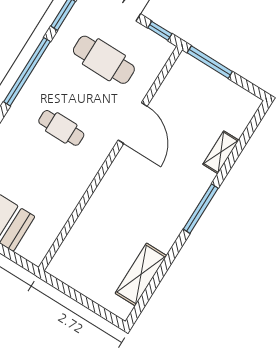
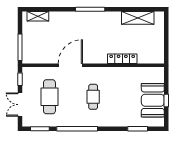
shelving: (221, 152) -> (38, 16), moved
locker: (92, 210) -> (122, 59), added

